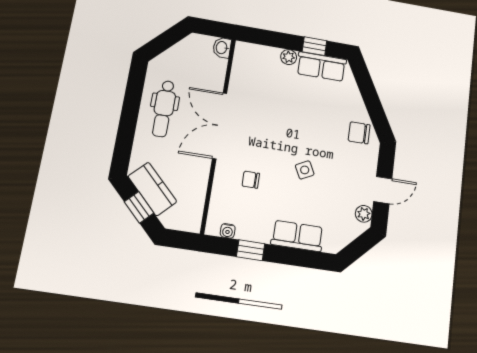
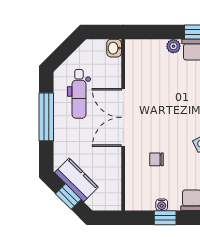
dental chair: (164, 109) -> (79, 94), moved
window: (130, 110) -> (46, 117), added
water cooler: (228, 231) -> (162, 205), moved

